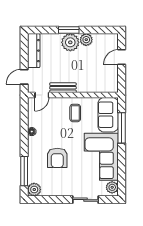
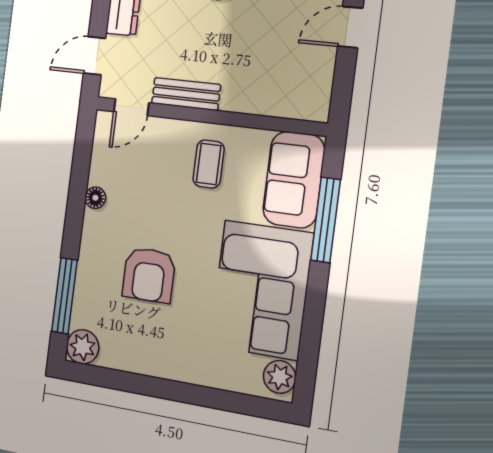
sliding door: (85, 200) -> (206, 397), removed

